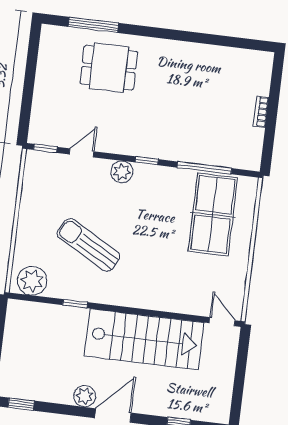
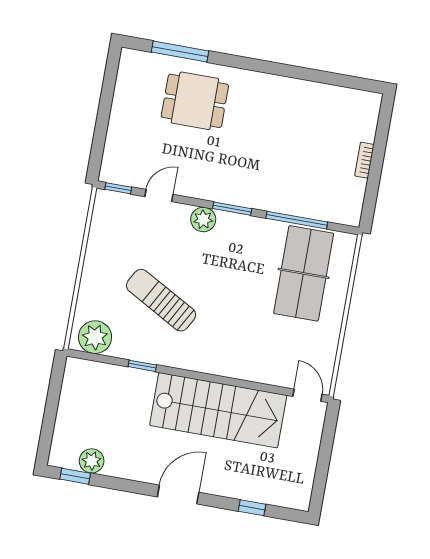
window: (147, 161) -> (232, 209), width x1.50
plant: (85, 396) -> (92, 461), moved

